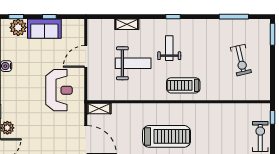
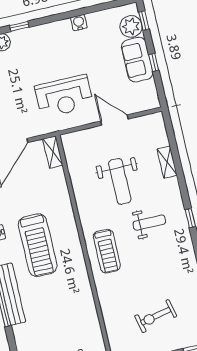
treadmill: (183, 85) -> (107, 251), turned 180

